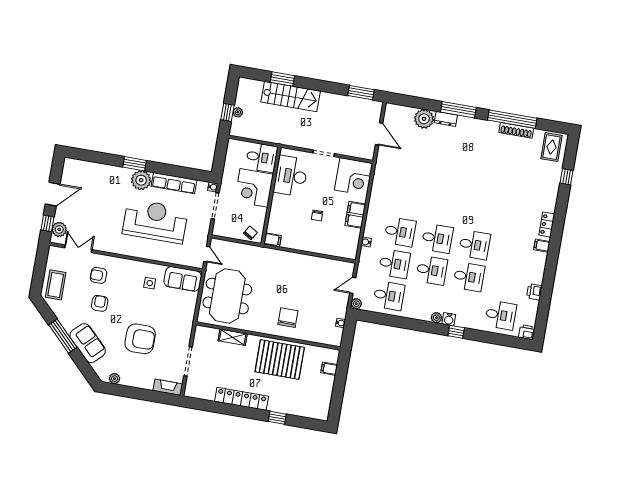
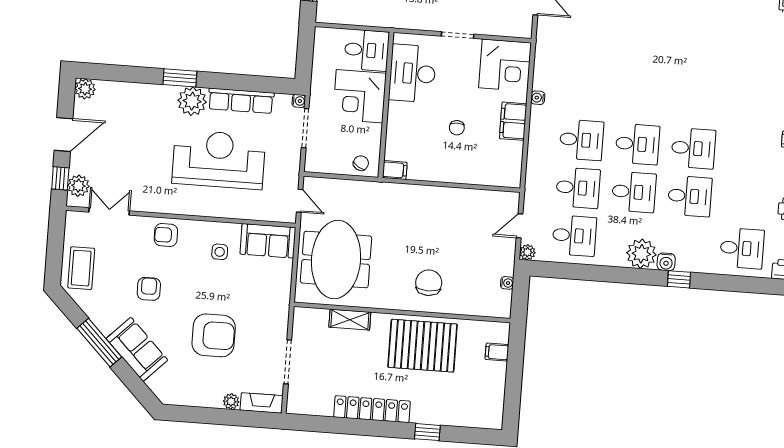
plant: (70, 165) -> (85, 89), added
water cooler: (366, 242) -> (538, 98), moved
armchair: (98, 275) -> (166, 235), moved
plant: (436, 318) -> (641, 254), width x1.88, depth x1.88
plant: (115, 379) -> (231, 401), moved

